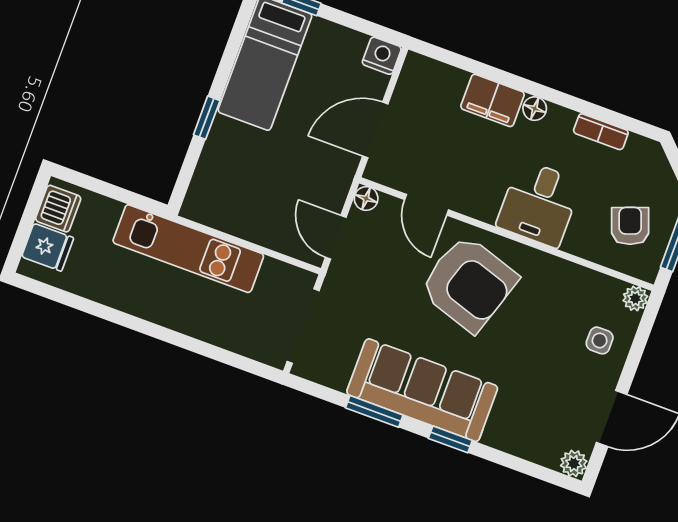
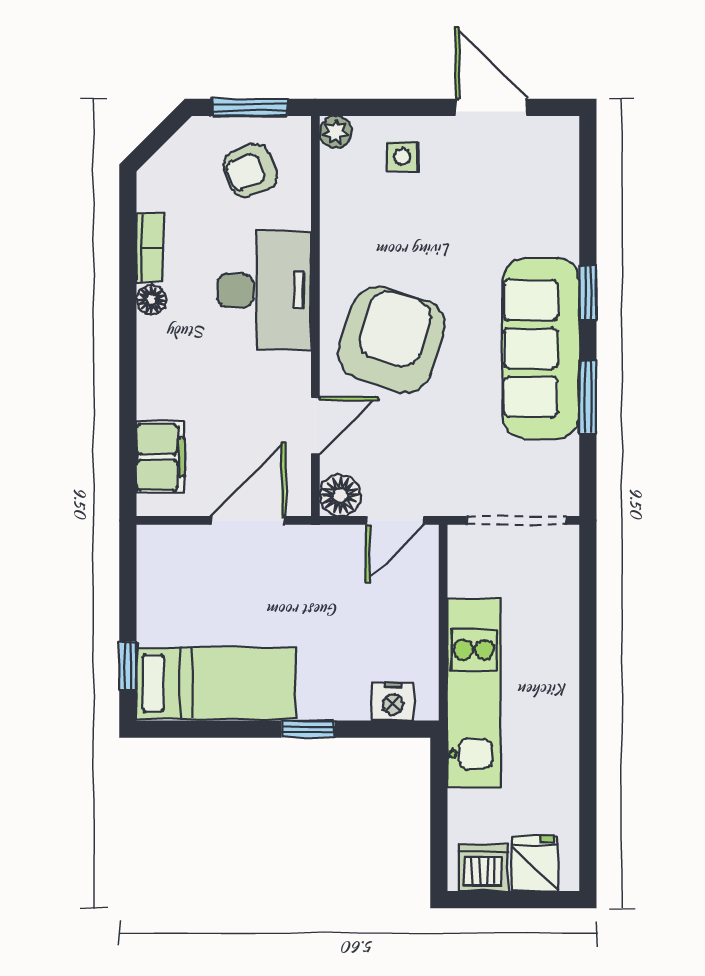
nightstand: (382, 56) -> (393, 701), moved, turned -90
filing cabinet: (493, 100) -> (160, 457), moved
floor lamp: (535, 109) -> (151, 300), moved
door: (375, 130) -> (248, 520), swing flipped
floor lamp: (366, 199) -> (340, 495), width x1.37, depth x1.37
desk: (539, 204) -> (264, 290), width x1.37
plant: (574, 463) -> (562, 133), removed

